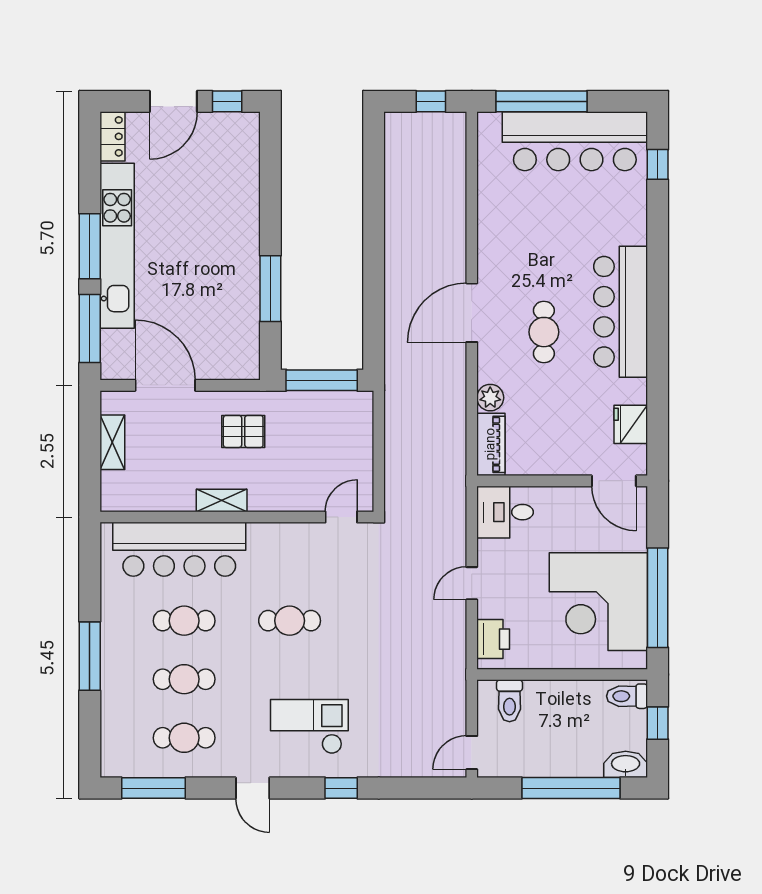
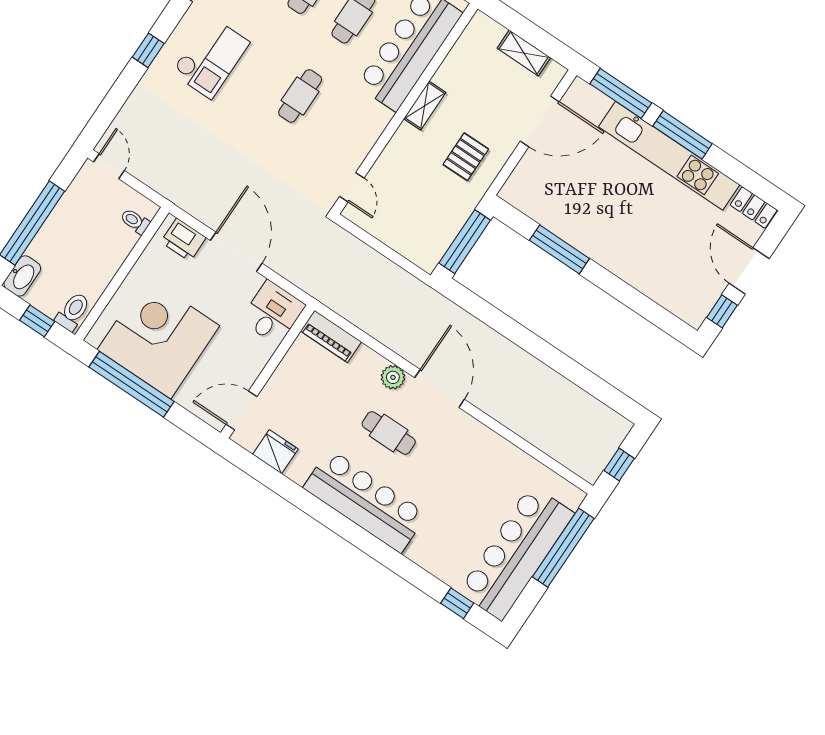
plant: (490, 398) -> (393, 377), moved
door: (472, 583) -> (236, 252), width x1.87
toilet: (510, 701) -> (135, 221), width x0.73, depth x0.72

